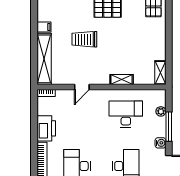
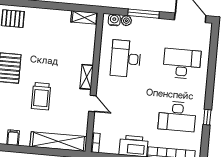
filing cabinet: (44, 27) -> (13, 138), moved
shelving: (122, 79) -> (87, 77), moved
water cooler: (160, 143) -> (114, 20), moved

